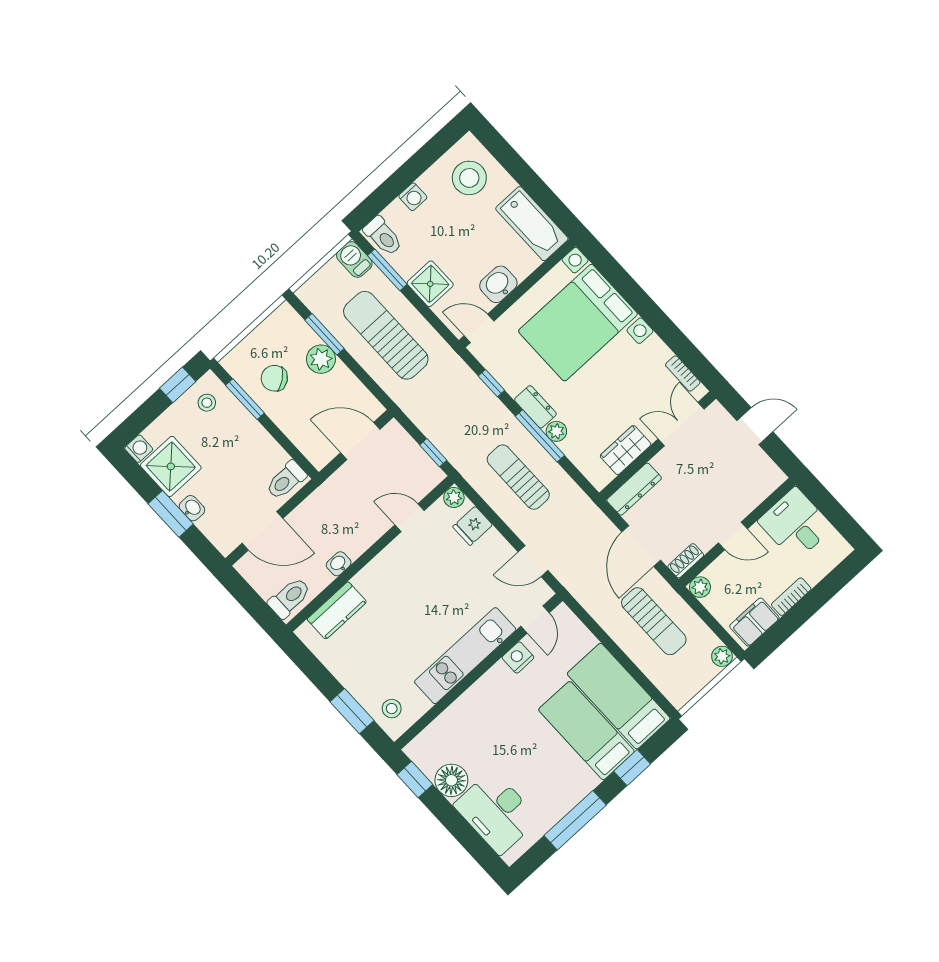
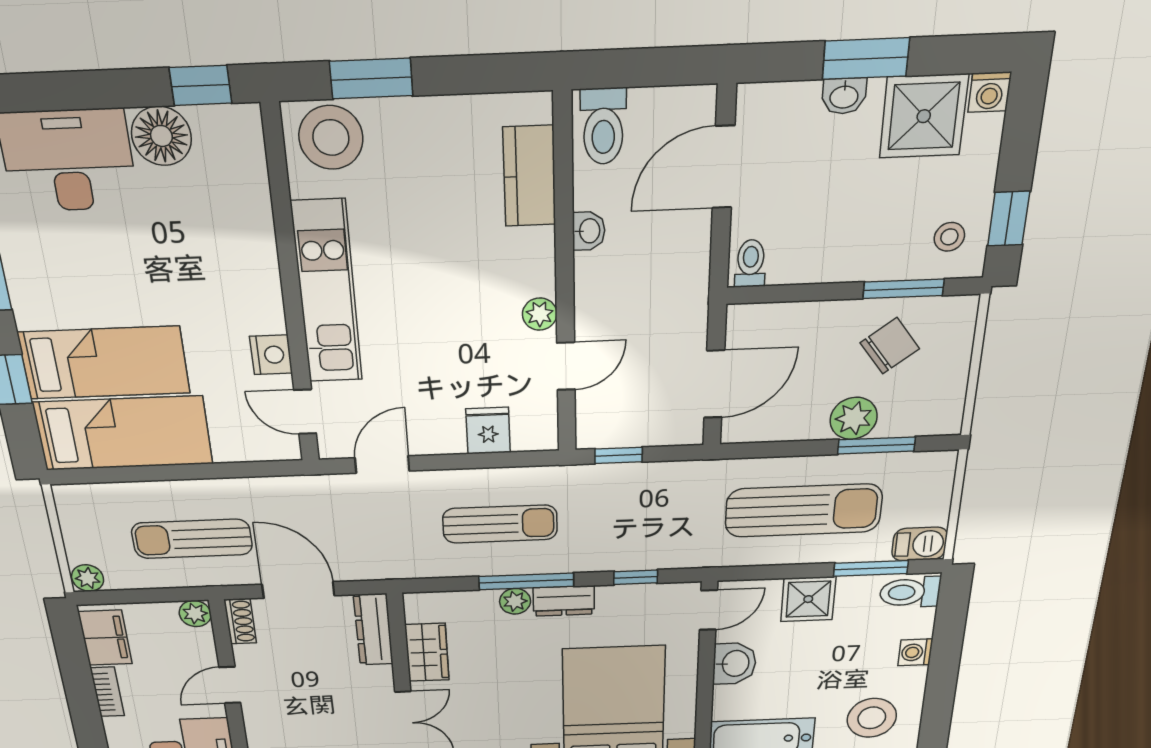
toilet: (286, 480) -> (751, 263), width x0.73, depth x0.72
plant: (454, 497) -> (540, 314), moved
stool: (392, 709) -> (331, 138), width x1.89, depth x1.89

